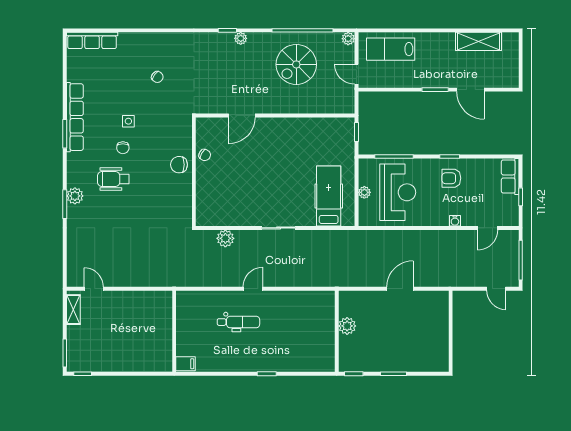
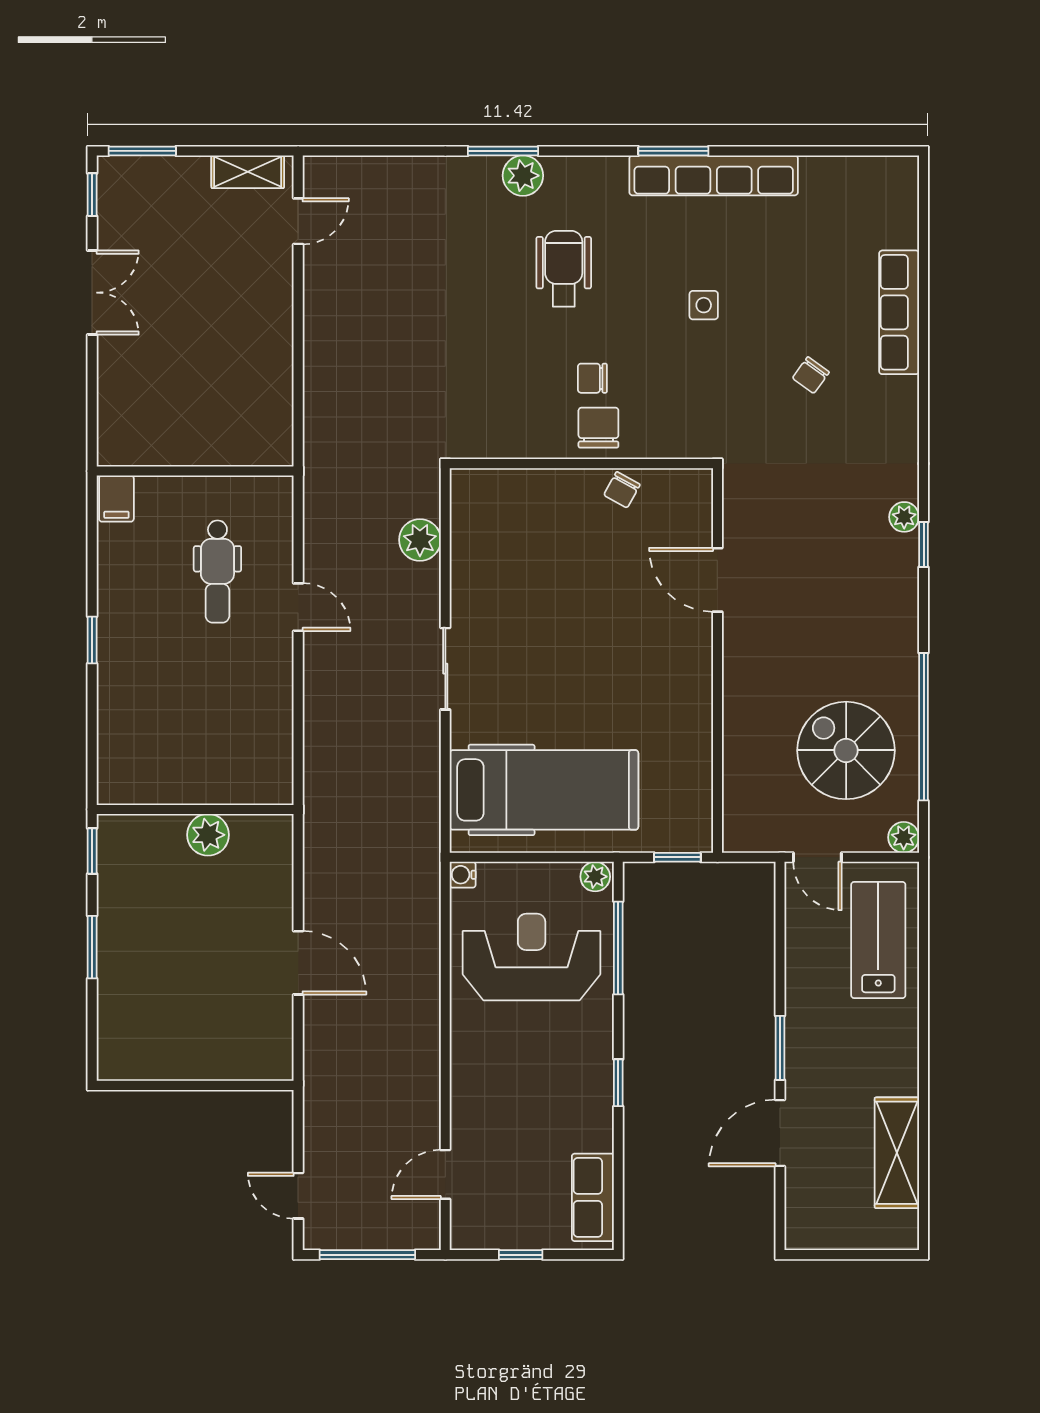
plant: (241, 38) -> (904, 517), moved
row of seats: (92, 40) -> (899, 312), moved
spiral stairs: (296, 64) -> (846, 750), moved
door: (356, 74) -> (817, 857), swing flipped
chair: (123, 148) -> (592, 378), moved
row of seats: (510, 176) -> (593, 1197), moved, turned -90
armchair: (451, 178) -> (566, 1087), removed
plant: (364, 192) -> (595, 877), moved
reception desk: (398, 192) -> (532, 957), turned 180
hospital bed: (329, 196) -> (544, 790), width x1.37, depth x1.29
water cooler: (455, 221) -> (463, 875), moved
door: (487, 228) -> (445, 1174), hinge flipped
door: (496, 289) -> (298, 1196), hinge flipped
wall: (174, 331) -> (195, 471), moved
filing cabinet: (185, 364) -> (116, 499), moved
double door: (123, 374) -> (92, 293), added

